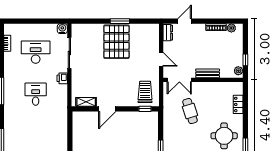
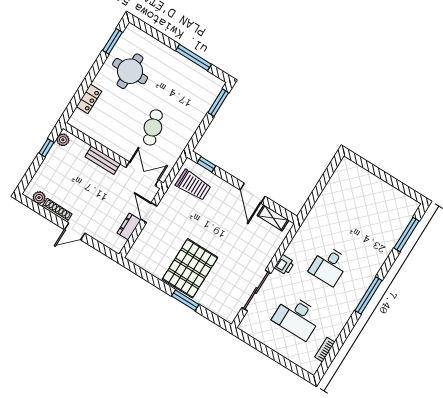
window: (120, 21) -> (185, 300), moved
door: (185, 21) -> (75, 231), moved
water cooler: (62, 29) -> (246, 326), removed
dresser: (168, 33) -> (129, 226), moved
trolley: (145, 92) -> (193, 185), turned -90
door: (107, 109) -> (253, 193), swing flipped

